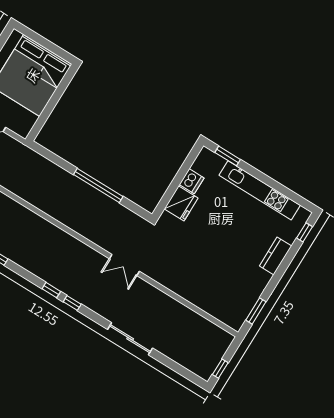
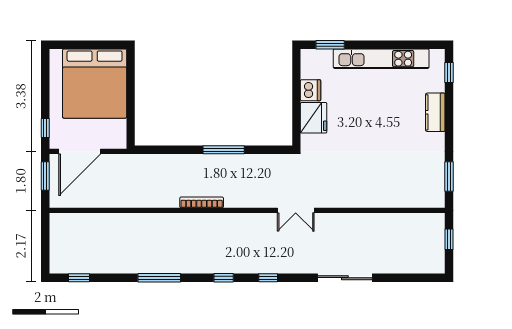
window: (98, 186) -> (224, 150), width x0.68
bookcase: (57, 215) -> (202, 202), added
window: (51, 290) -> (224, 278), moved
window: (220, 369) -> (449, 239), moved

